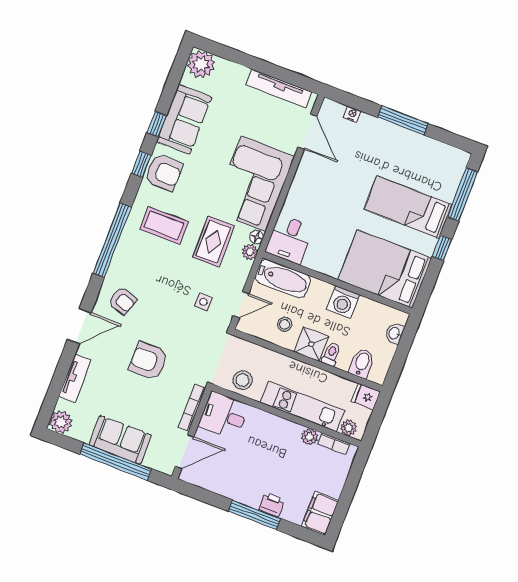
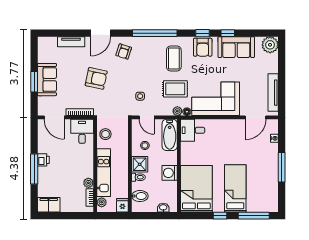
door: (79, 326) -> (101, 33), hinge flipped
armchair: (148, 361) -> (96, 78), turned 102
plant: (61, 422) -> (44, 43), removed
window: (116, 462) -> (34, 82), width x0.47
printer: (272, 505) -> (43, 160), moved

